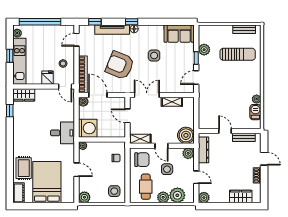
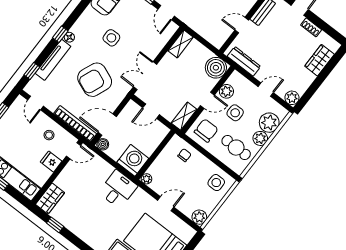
shelving: (172, 102) -> (181, 44), moved
plant: (188, 153) -> (226, 91), moved

